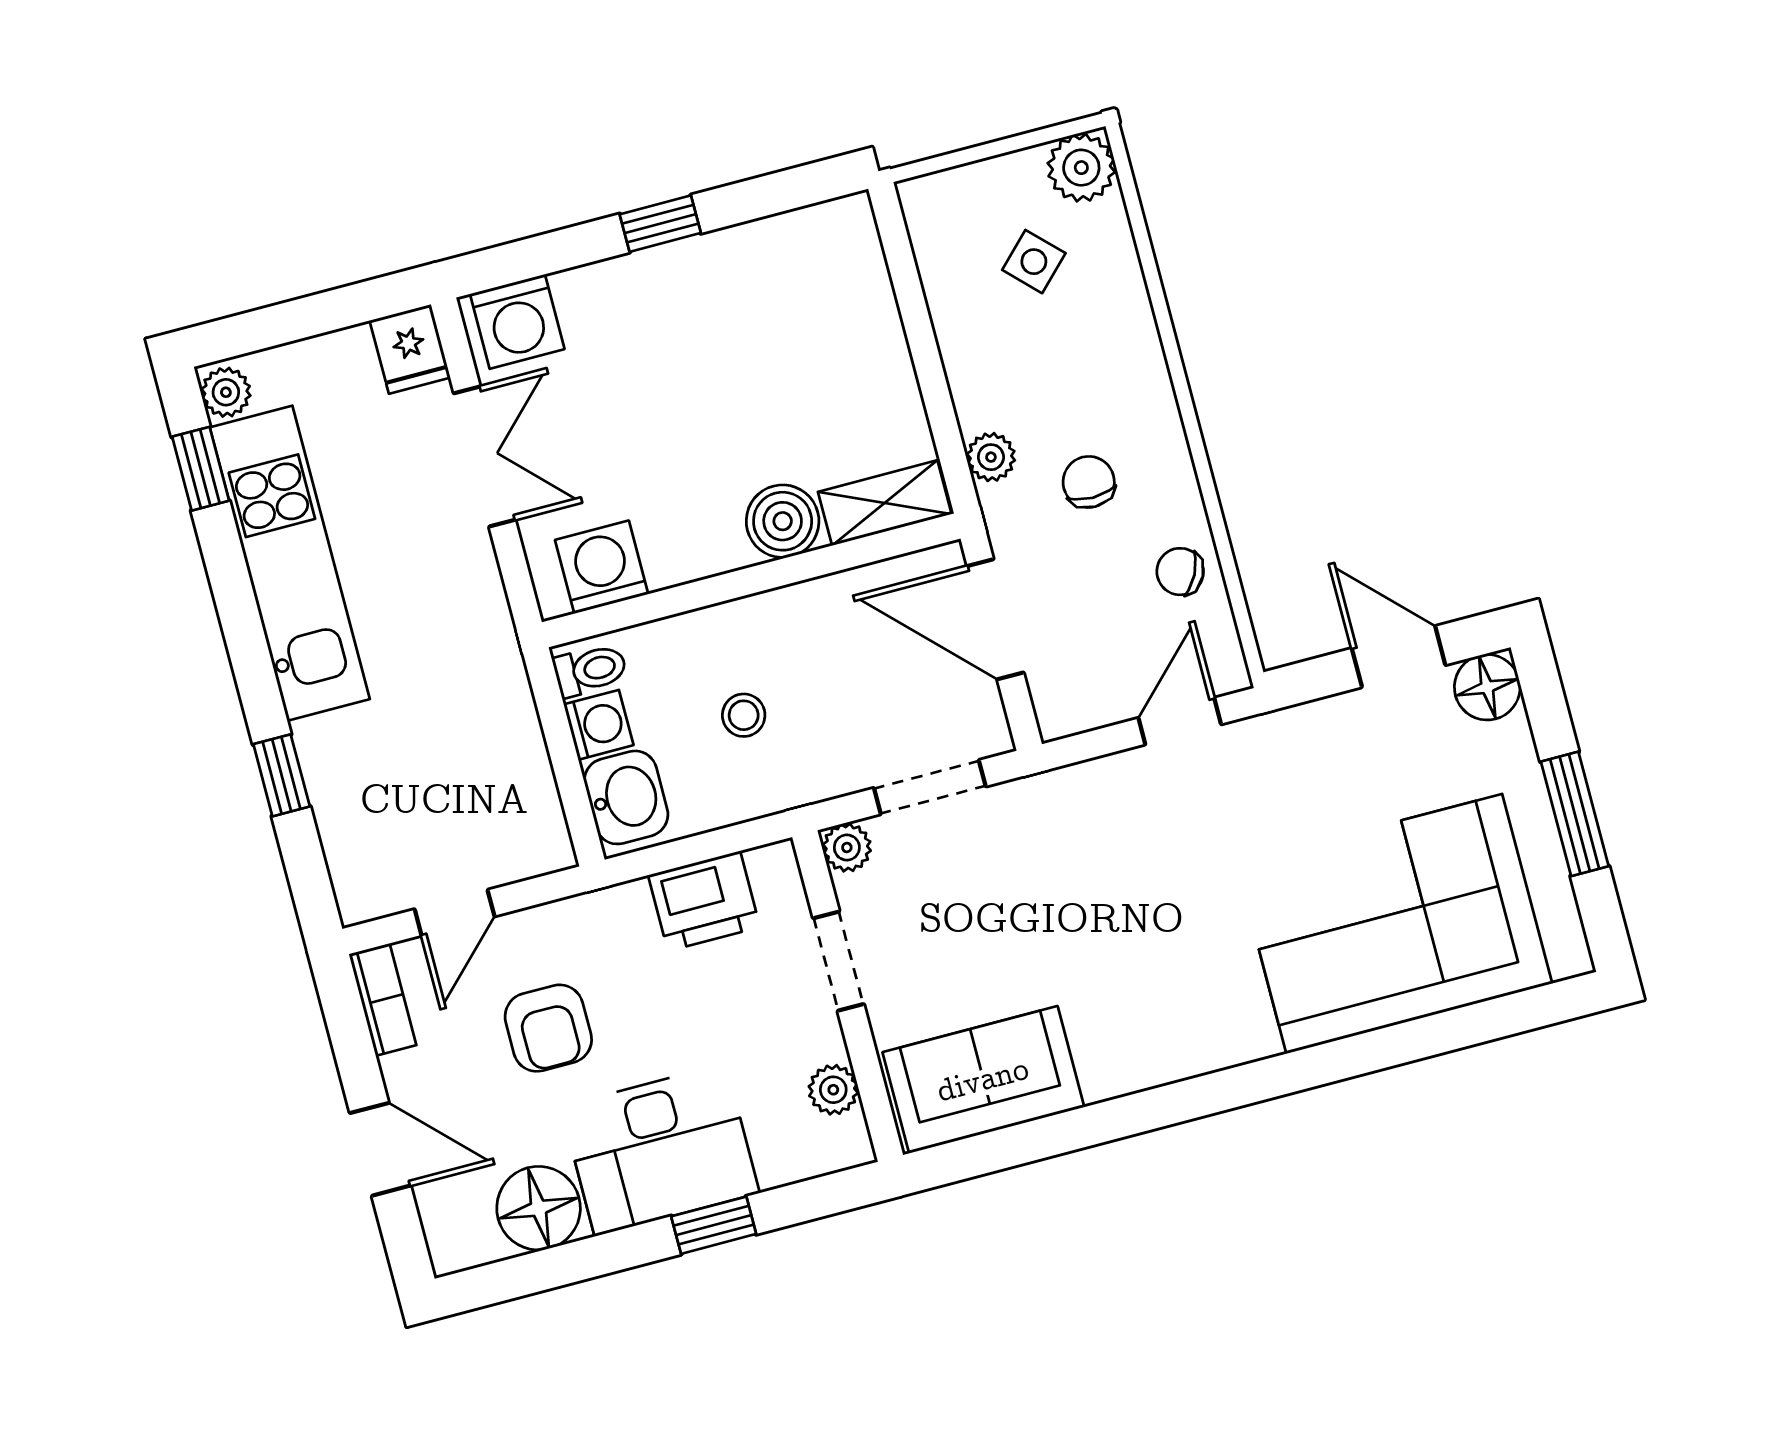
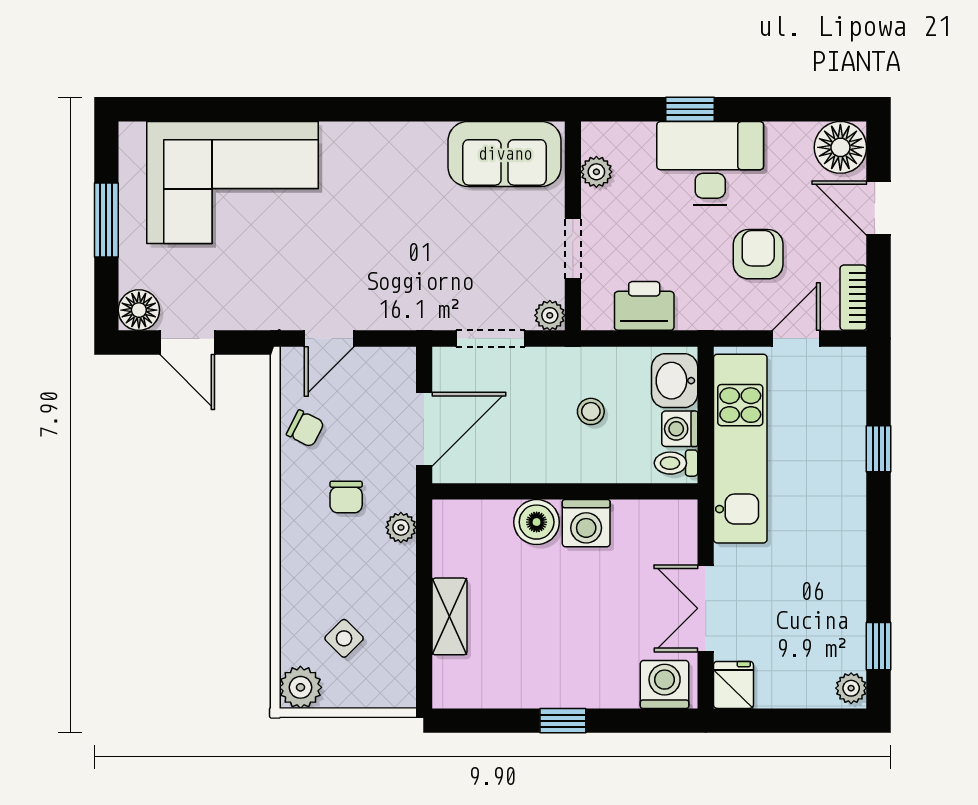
shelving: (885, 503) -> (449, 616), moved, turned 90
kitchen unit: (290, 563) -> (740, 449), moved, turned 180
washing machine: (602, 567) -> (586, 523), moved
door: (995, 619) -> (424, 429), hinge flipped
floor lamp: (539, 1208) -> (840, 147), moved

